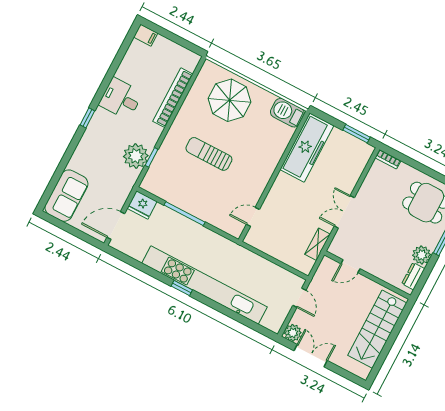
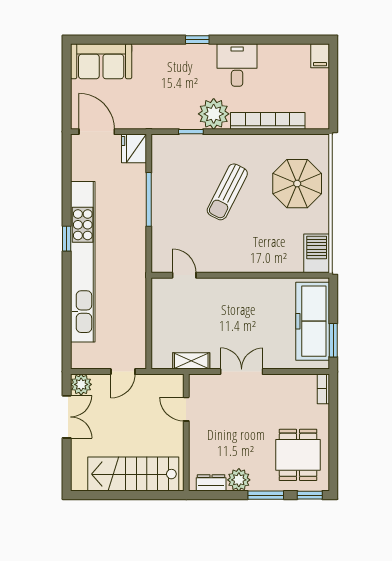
freezer: (307, 148) -> (313, 321), moved, turned 90
sun lounger: (209, 154) -> (227, 192), turned -153
plant: (136, 156) -> (214, 114), moved

